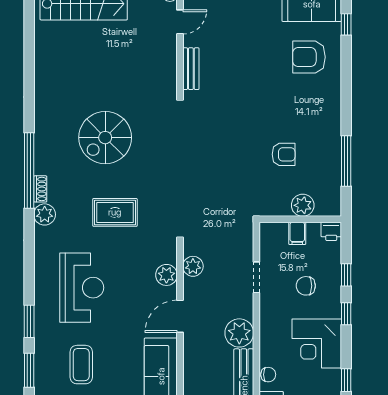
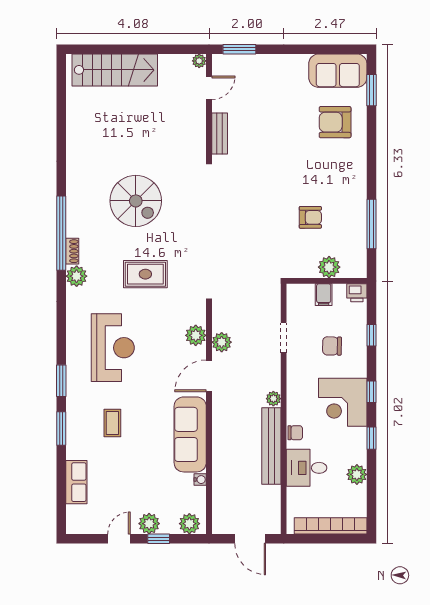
window: (346, 24) -> (372, 90), width x1.50
spiral stairs: (105, 138) -> (136, 201), turned -90
plant: (193, 266) -> (222, 342), moved
window: (346, 314) -> (372, 392), moved
plant: (239, 333) -> (273, 399), width x0.53, depth x0.53
coffee table: (81, 365) -> (112, 423), width x0.73, depth x0.77

